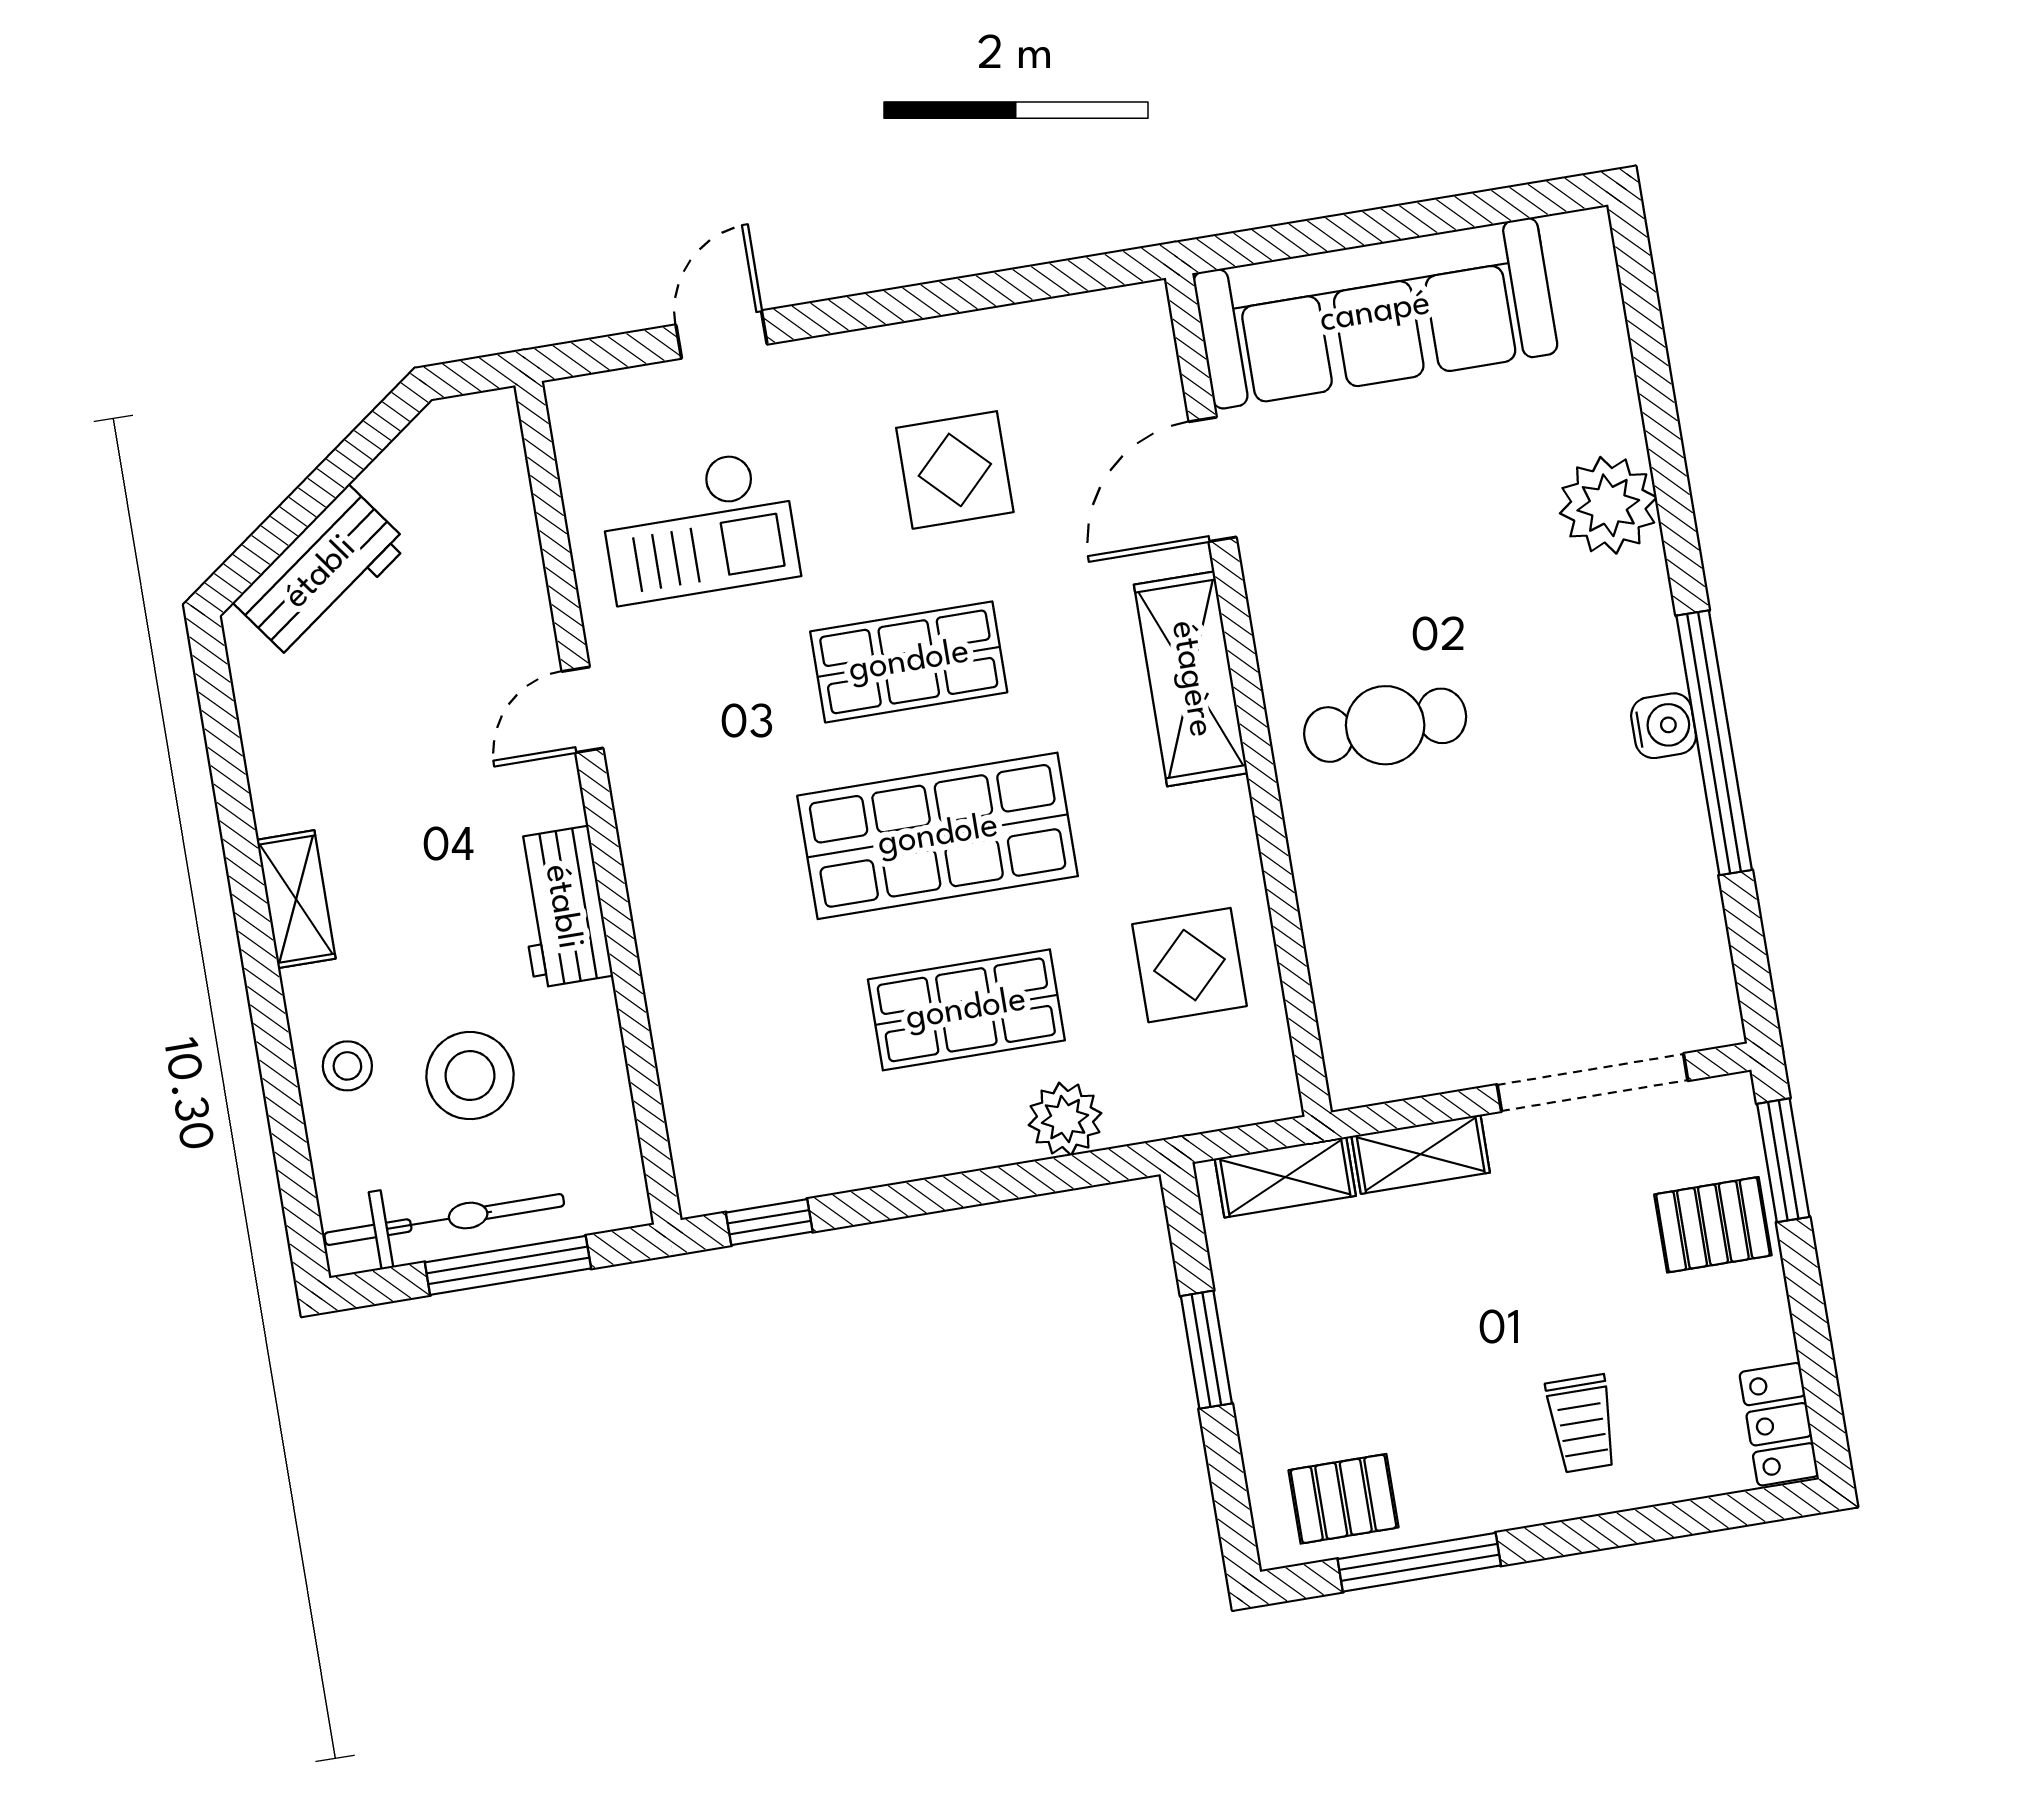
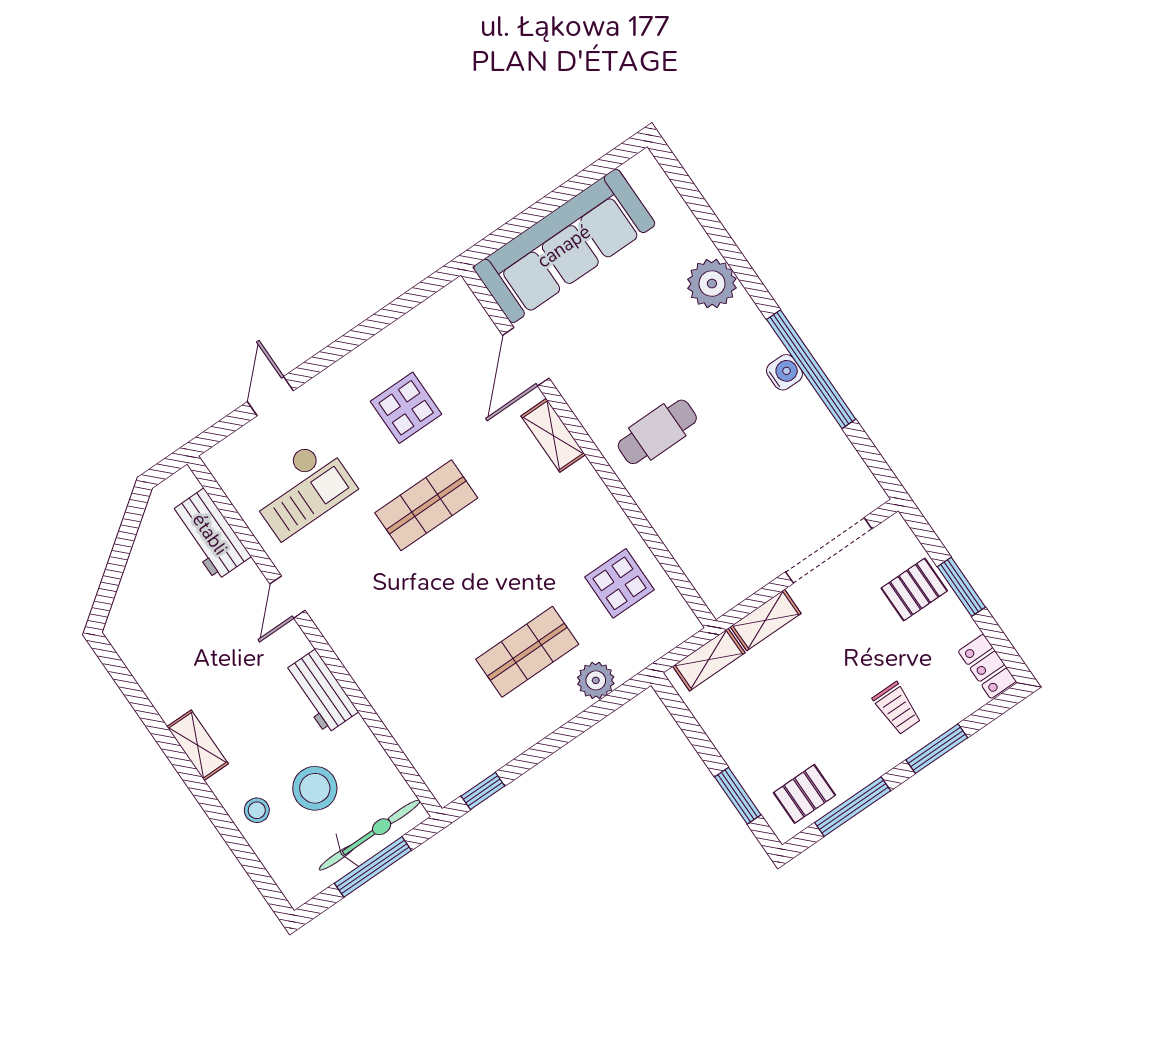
workbench: (321, 573) -> (210, 534), moved, turned 126
shelving: (1191, 679) -> (553, 435), width x0.67, depth x0.75
shop shelf: (938, 836) -> (477, 579), removed
window: (1783, 1160) -> (961, 587), moved
bicycle: (444, 1219) -> (370, 835), moved
window: (1206, 1350) -> (738, 796), moved
window: (1619, 1529) -> (937, 749), added

